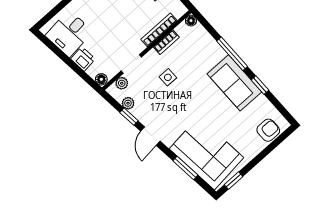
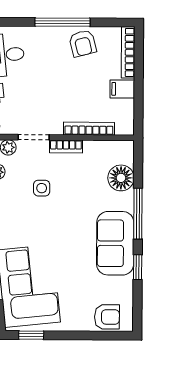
floor lamp: (191, 21) -> (121, 178), moved, width x1.89, depth x1.89
bookcase: (166, 42) -> (66, 147), moved
side table: (168, 77) -> (42, 188), moved

